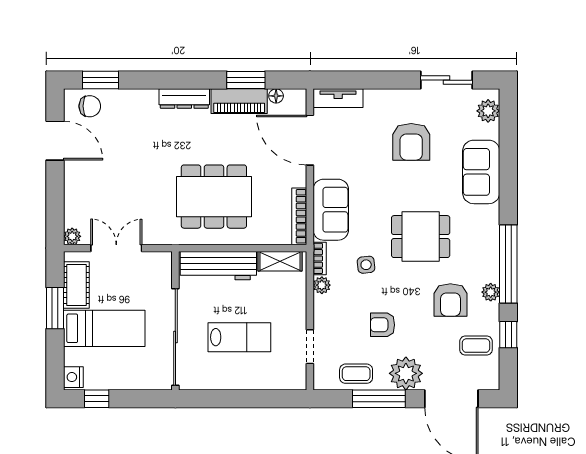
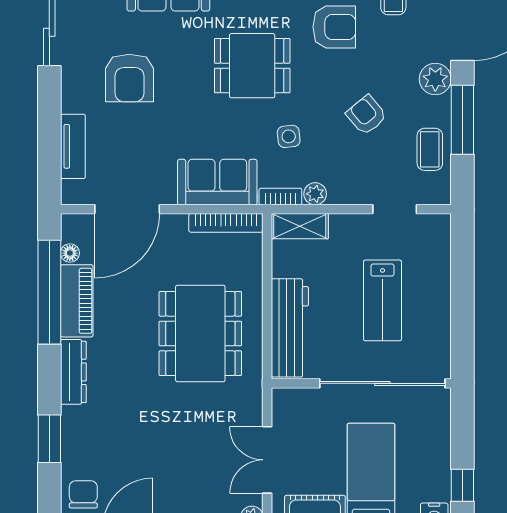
window: (100, 80) -> (49, 439), moved
window: (246, 80) -> (49, 292), width x2.11
tv unit: (338, 98) -> (73, 146), moved
armchair: (411, 142) -> (129, 78), turned 90
dining table: (421, 237) -> (252, 66), turned 90
shelving: (280, 261) -> (300, 226), moved, turned 90
armchair: (383, 325) -> (366, 115), turned 140
lab bench: (239, 337) -> (382, 300), turned 180
plant: (406, 373) -> (435, 79), width x0.73, depth x0.73

